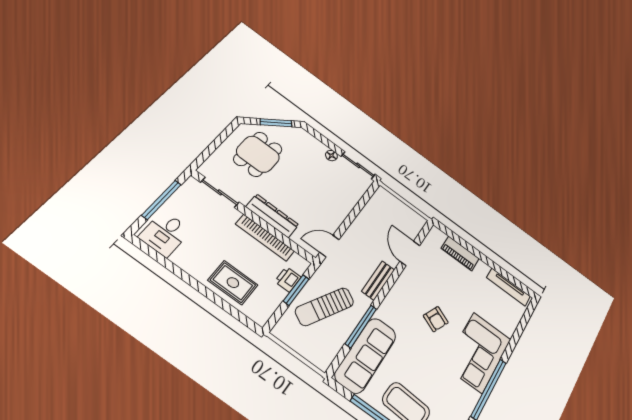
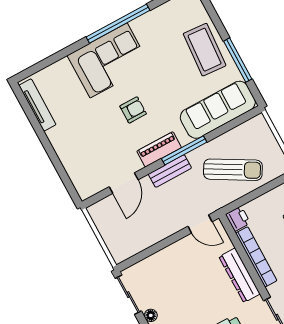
piano: (460, 253) -> (159, 149), moved, turned -90
printer: (288, 279) -> (238, 219), moved, turned -90
window: (296, 290) -> (251, 196), removed
armchair: (436, 319) -> (133, 110), turned 66
window: (361, 326) -> (184, 150), moved

